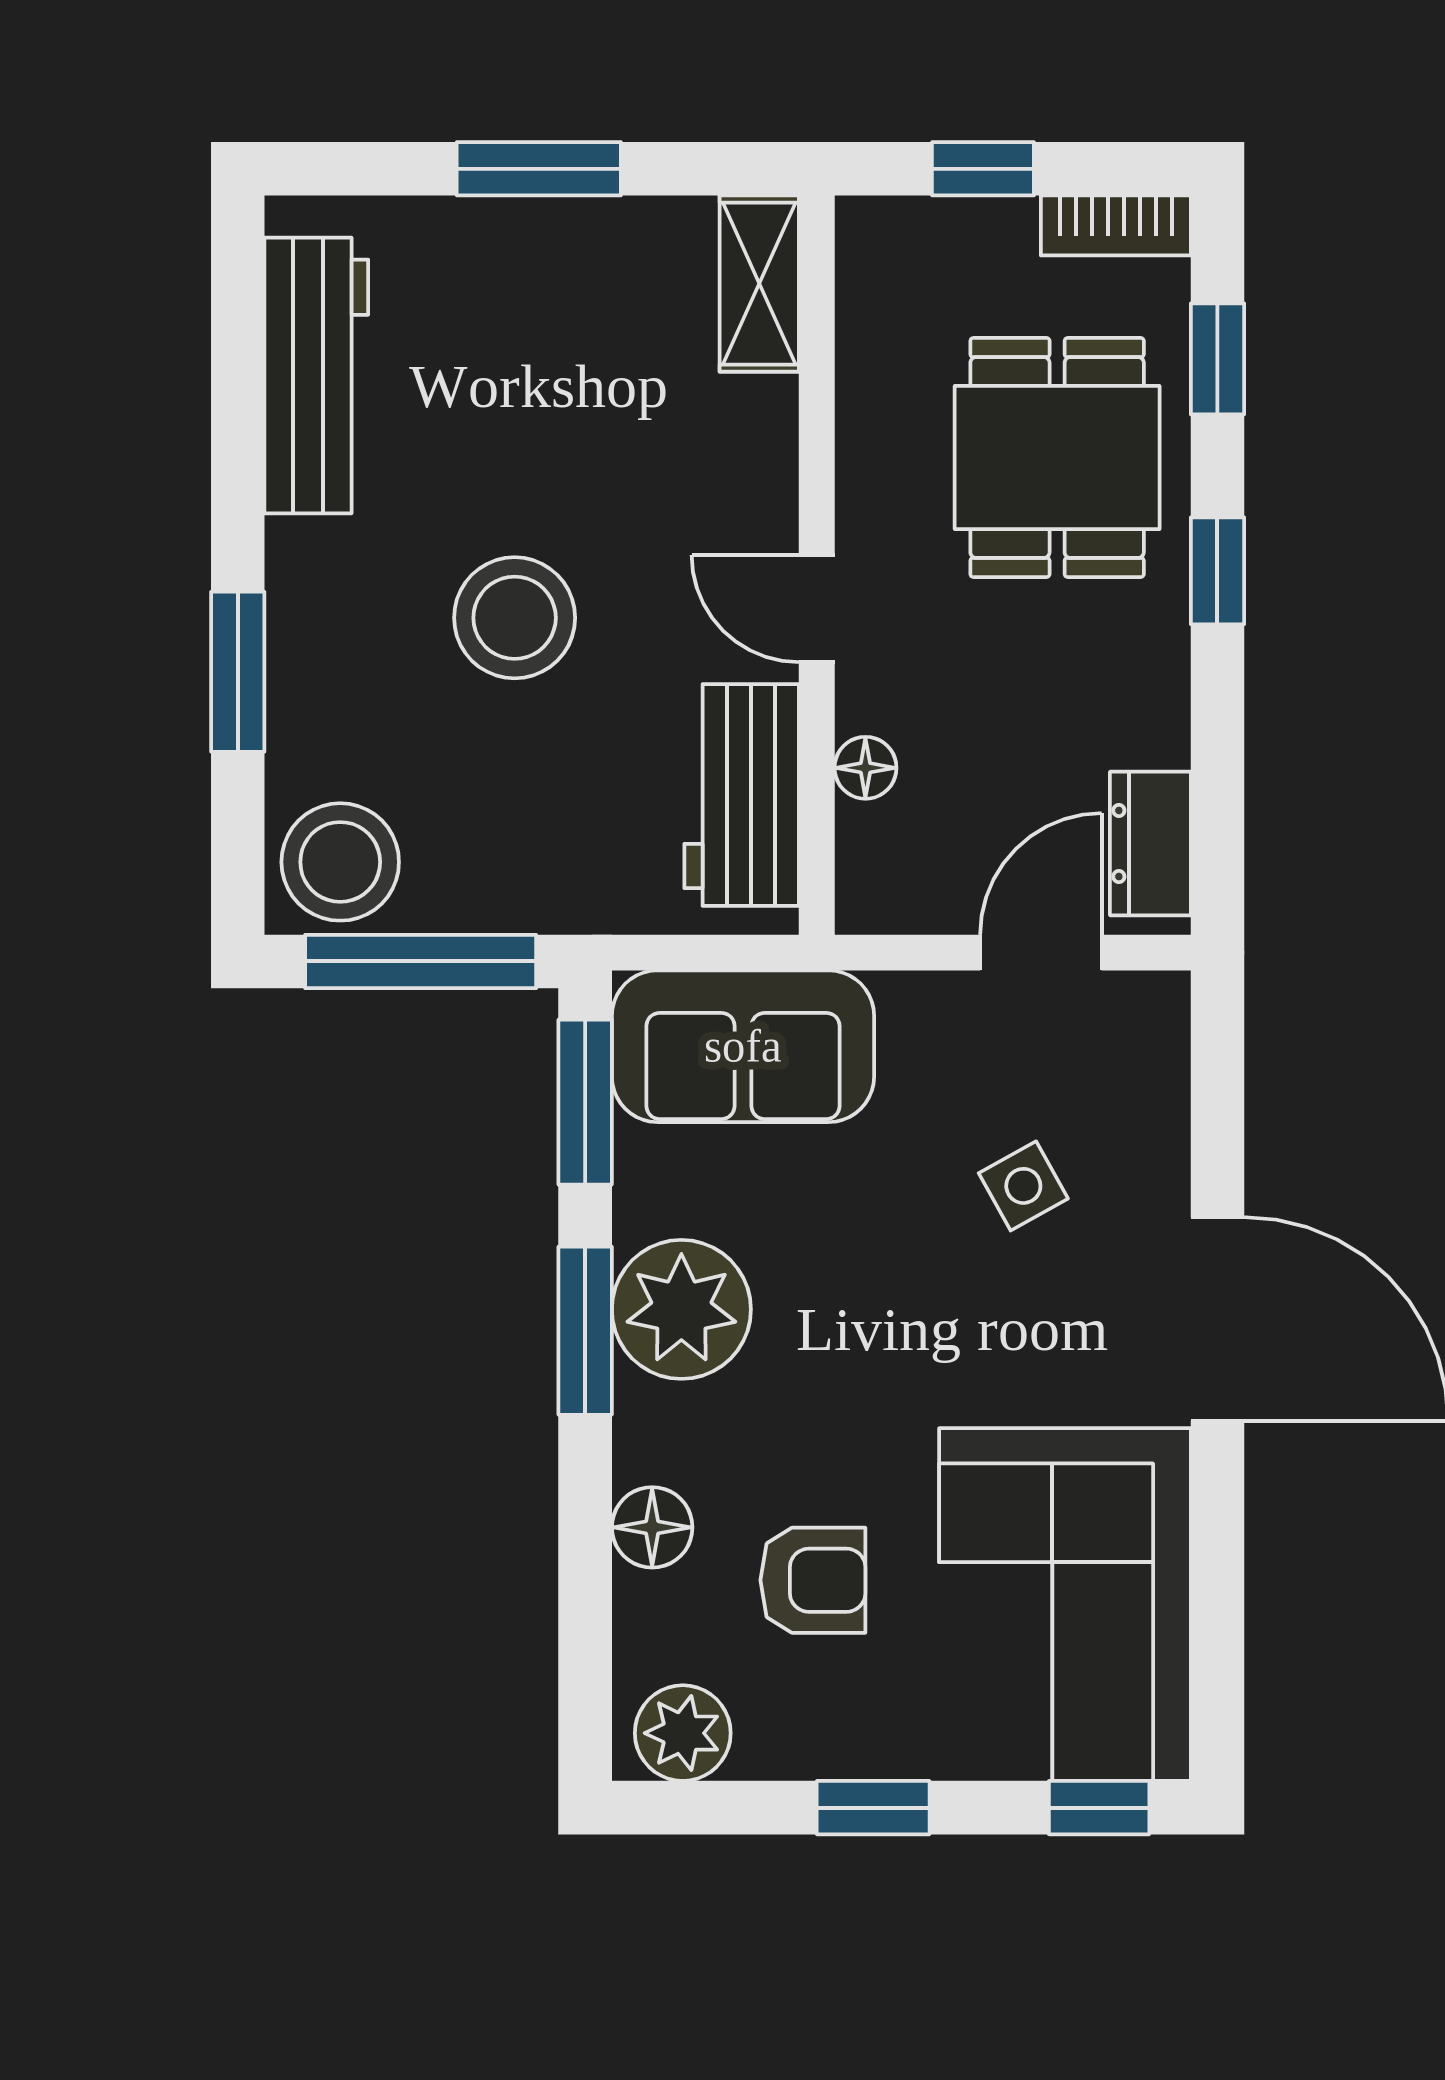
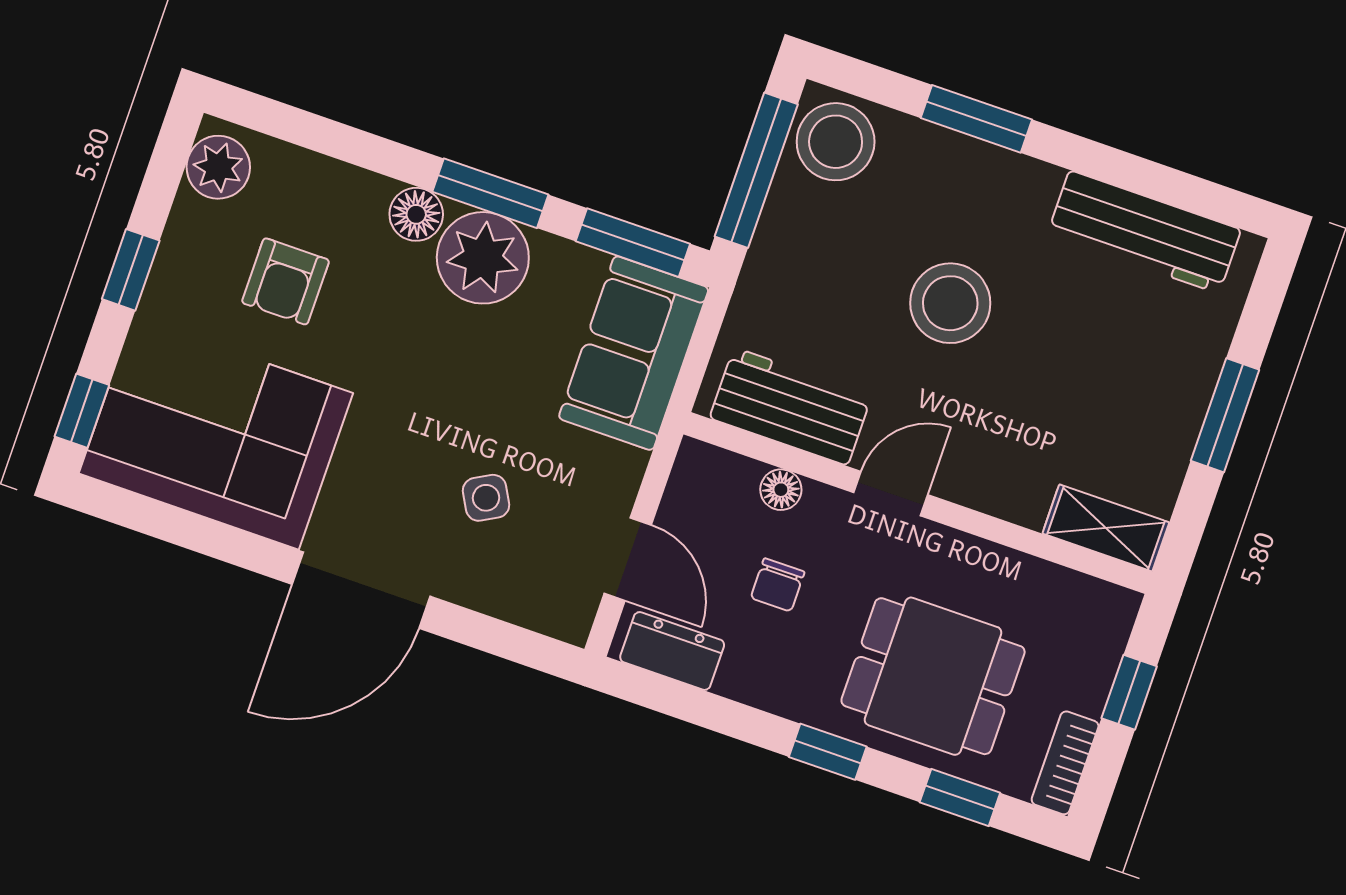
chair: (1004, 725) -> (778, 585), added
floor lamp: (652, 1527) -> (416, 214), moved

